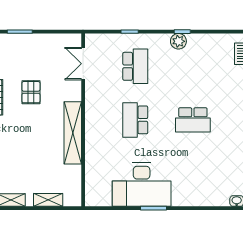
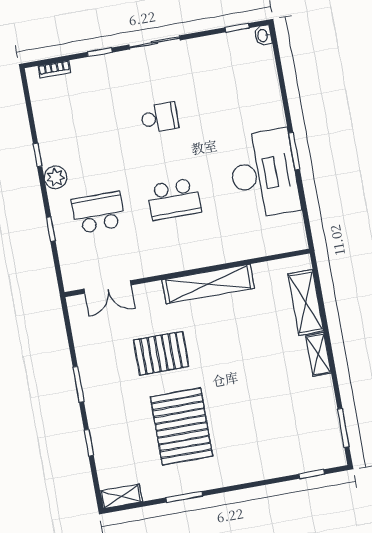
plant: (178, 41) -> (56, 177), moved
pallet: (31, 92) -> (161, 353), width x1.50, depth x1.42
school desk: (193, 120) -> (159, 118), width x0.54
shelving: (48, 200) -> (306, 302), width x1.50, depth x1.33

